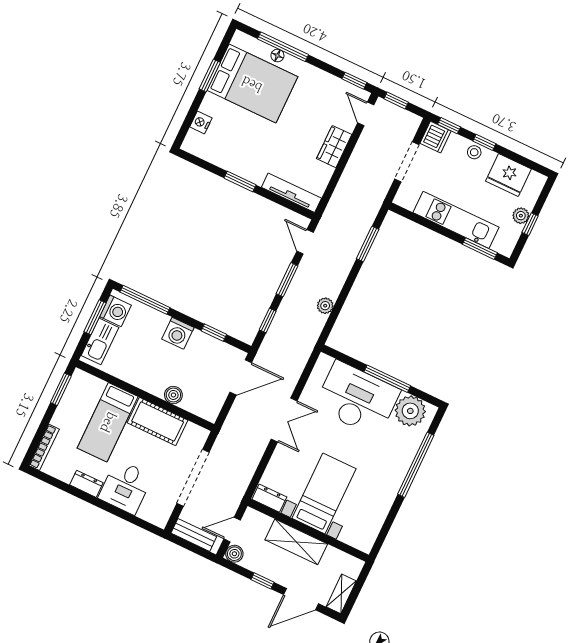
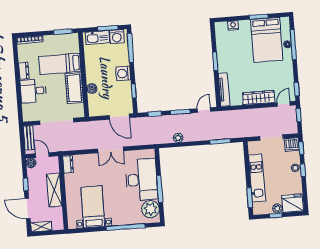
wardrobe: (334, 147) -> (259, 98), width x1.50
fridge: (508, 175) -> (293, 203), moved, turned 90
bed with nightstands: (324, 493) -> (93, 207), moved, turned -90

